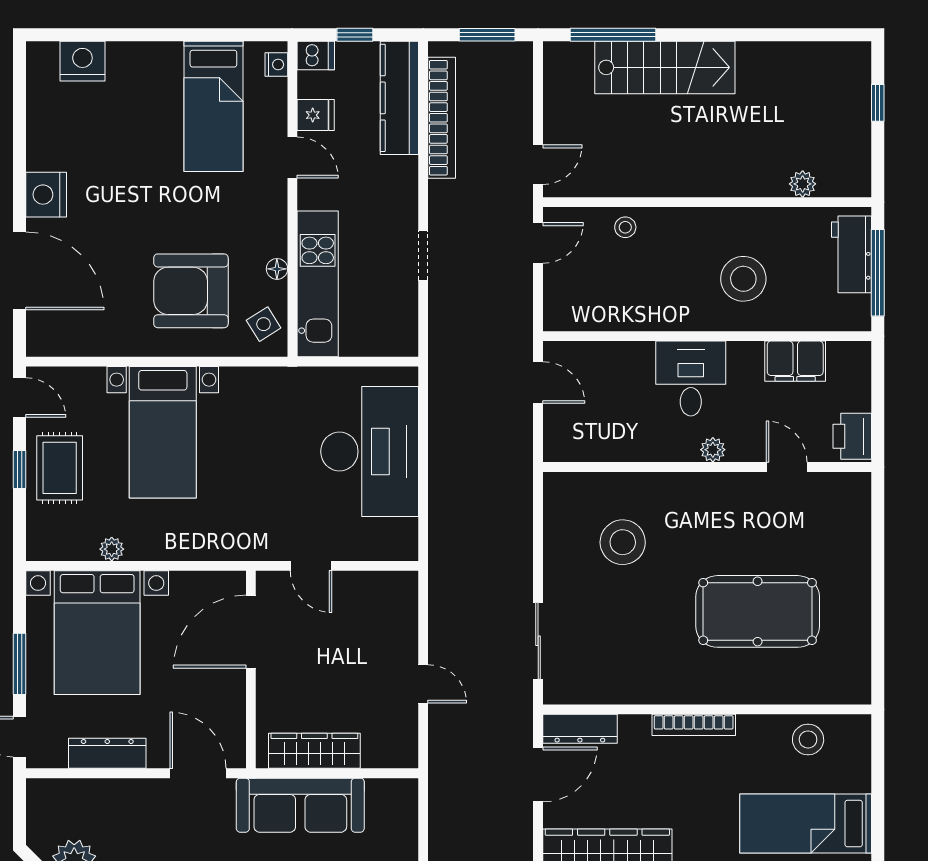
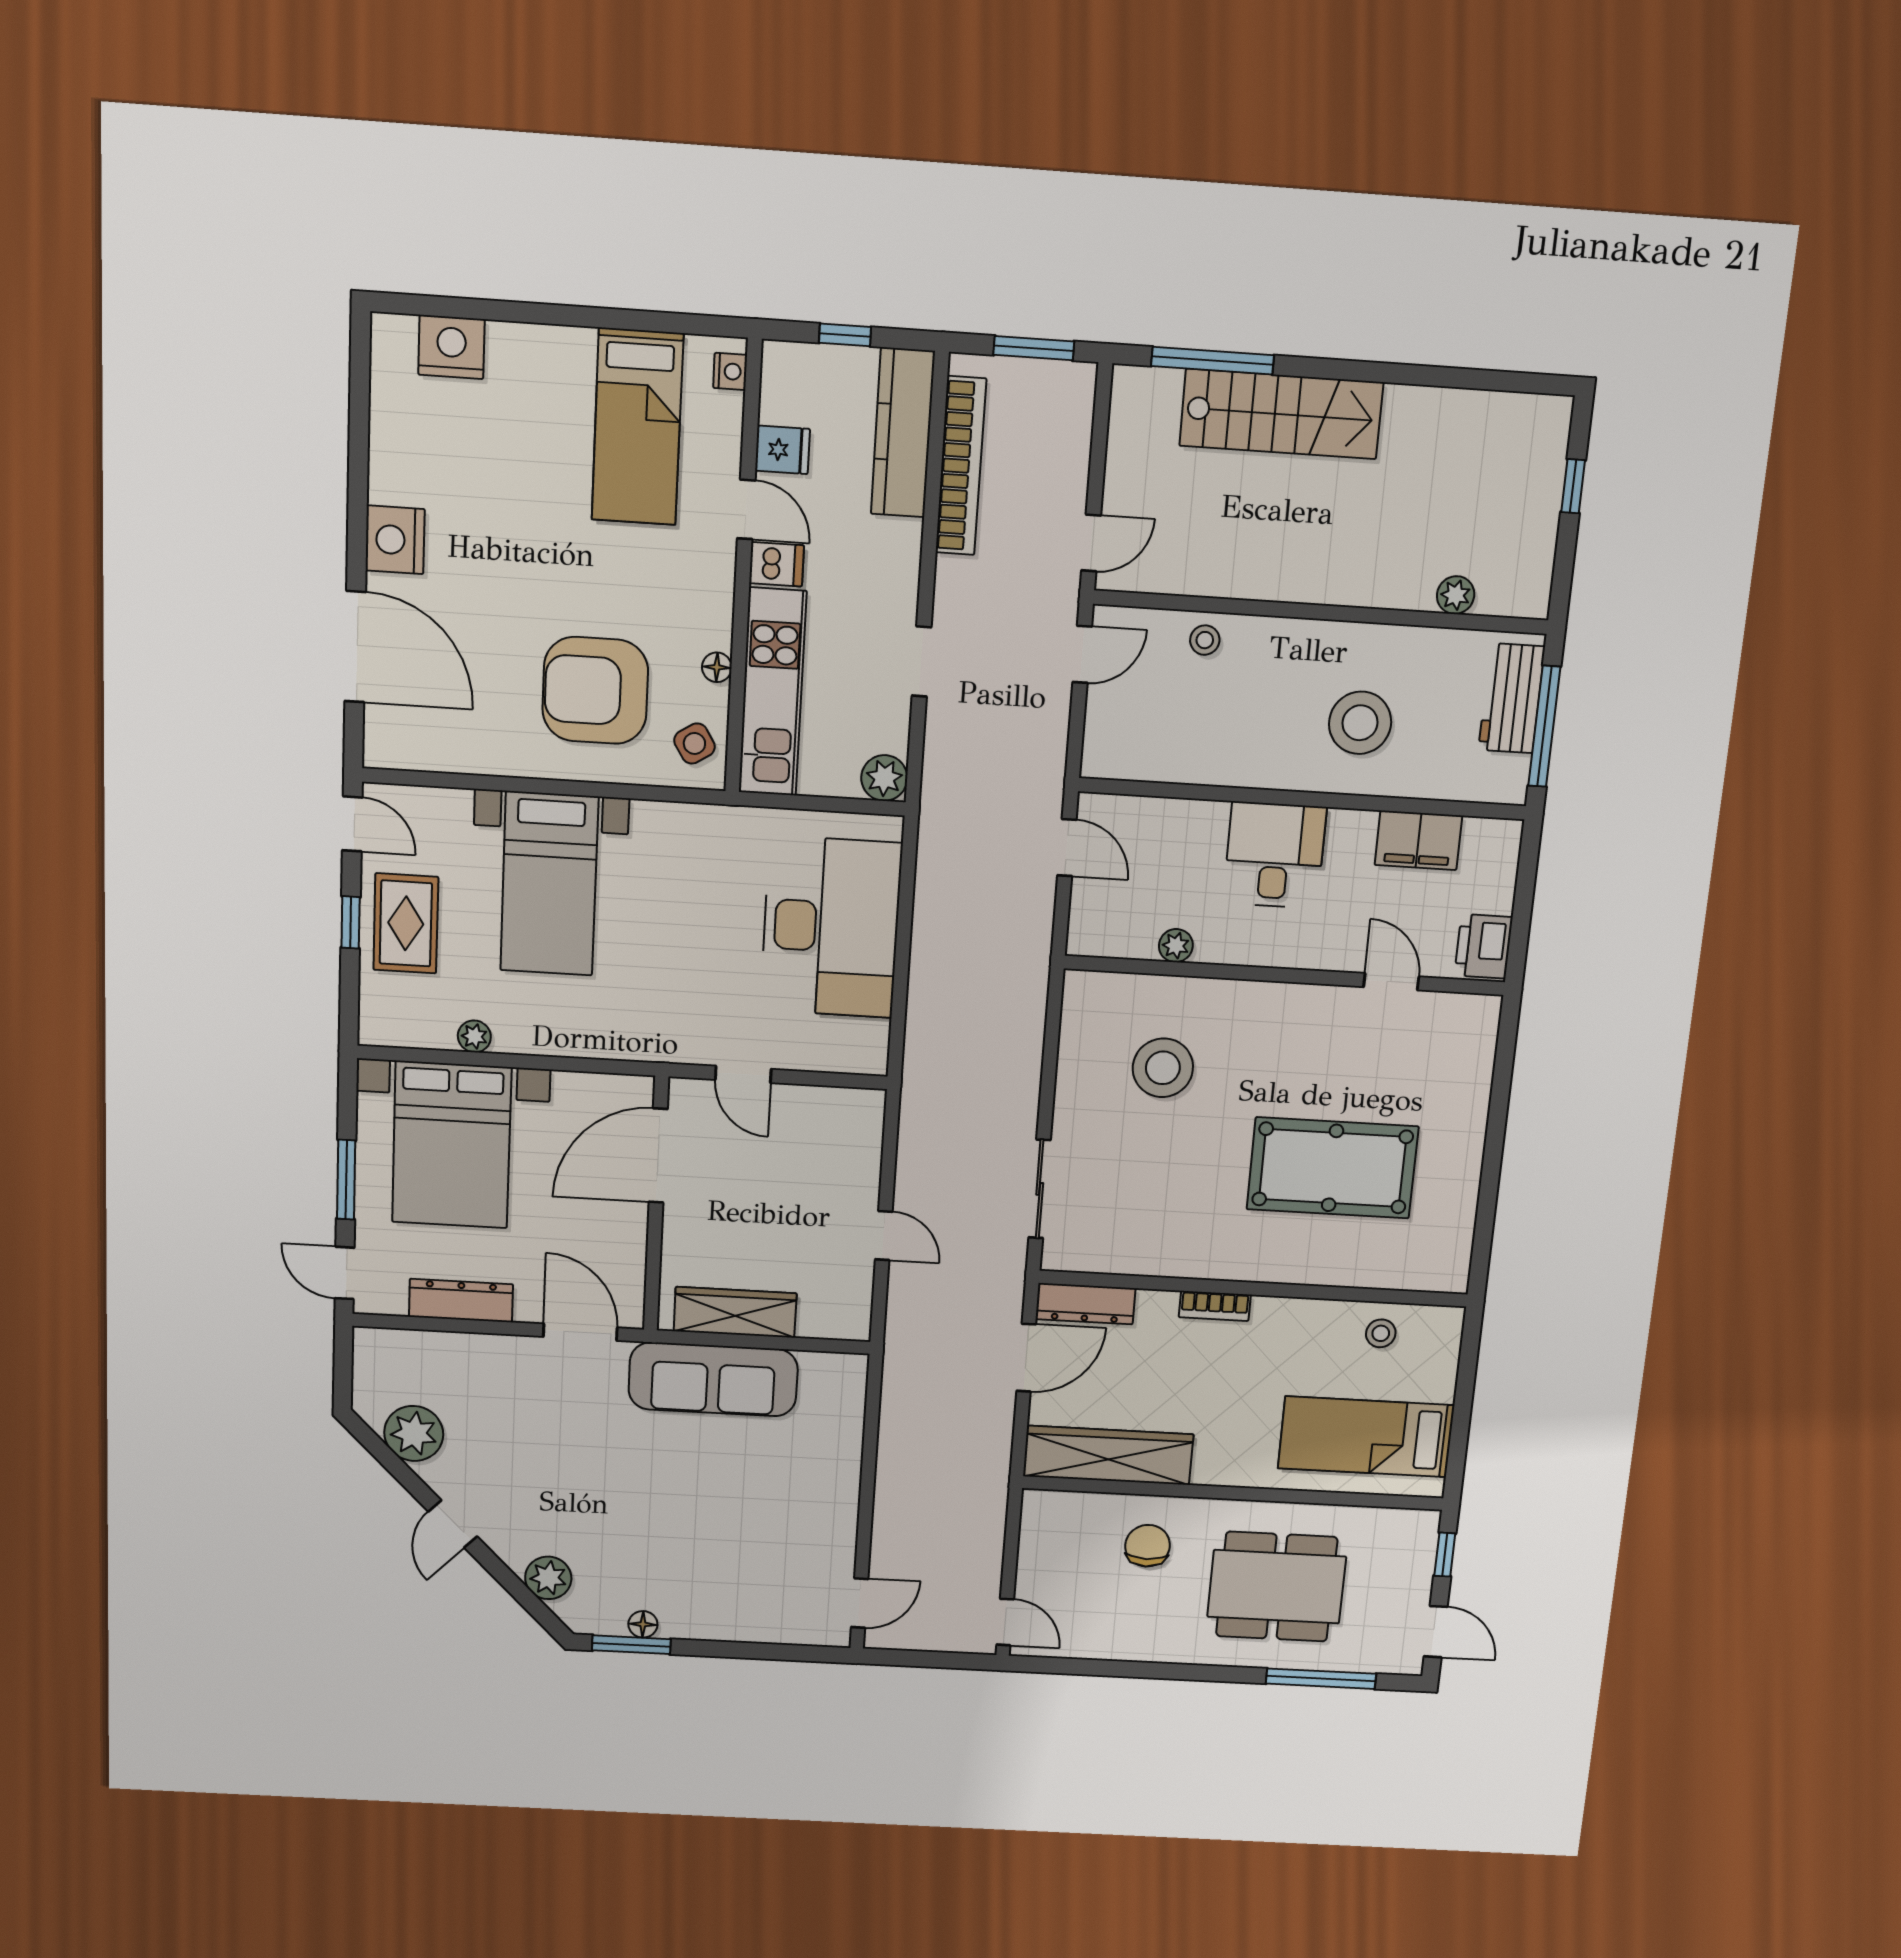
dishwasher: (316, 55) -> (777, 564), moved
plant: (402, 340) -> (884, 778), added
plant: (713, 450) -> (1176, 946), moved
bookcase: (694, 725) -> (1215, 1306), width x0.64
stool: (808, 739) -> (1381, 1333), width x0.73, depth x0.73

